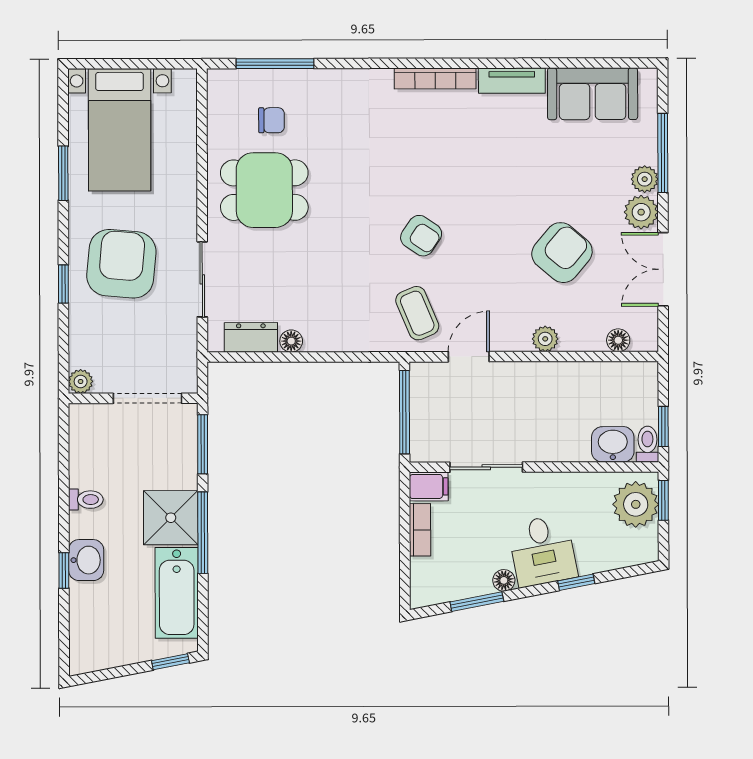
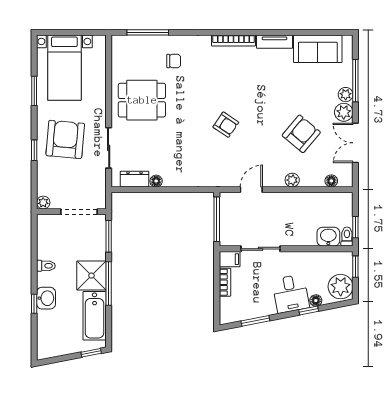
chair: (271, 120) -> (174, 61), moved
coffee table: (417, 313) -> (224, 166), removed
plant: (636, 504) -> (341, 287), moved
floor lamp: (504, 580) -> (316, 301), moved

